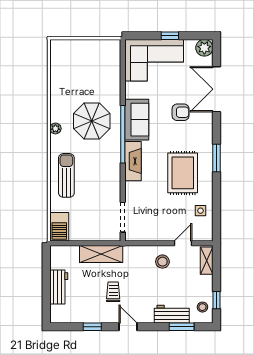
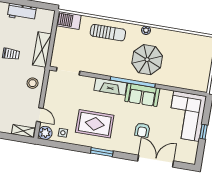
plant: (204, 48) -> (45, 133), moved
stool: (162, 262) -> (33, 83), moved

